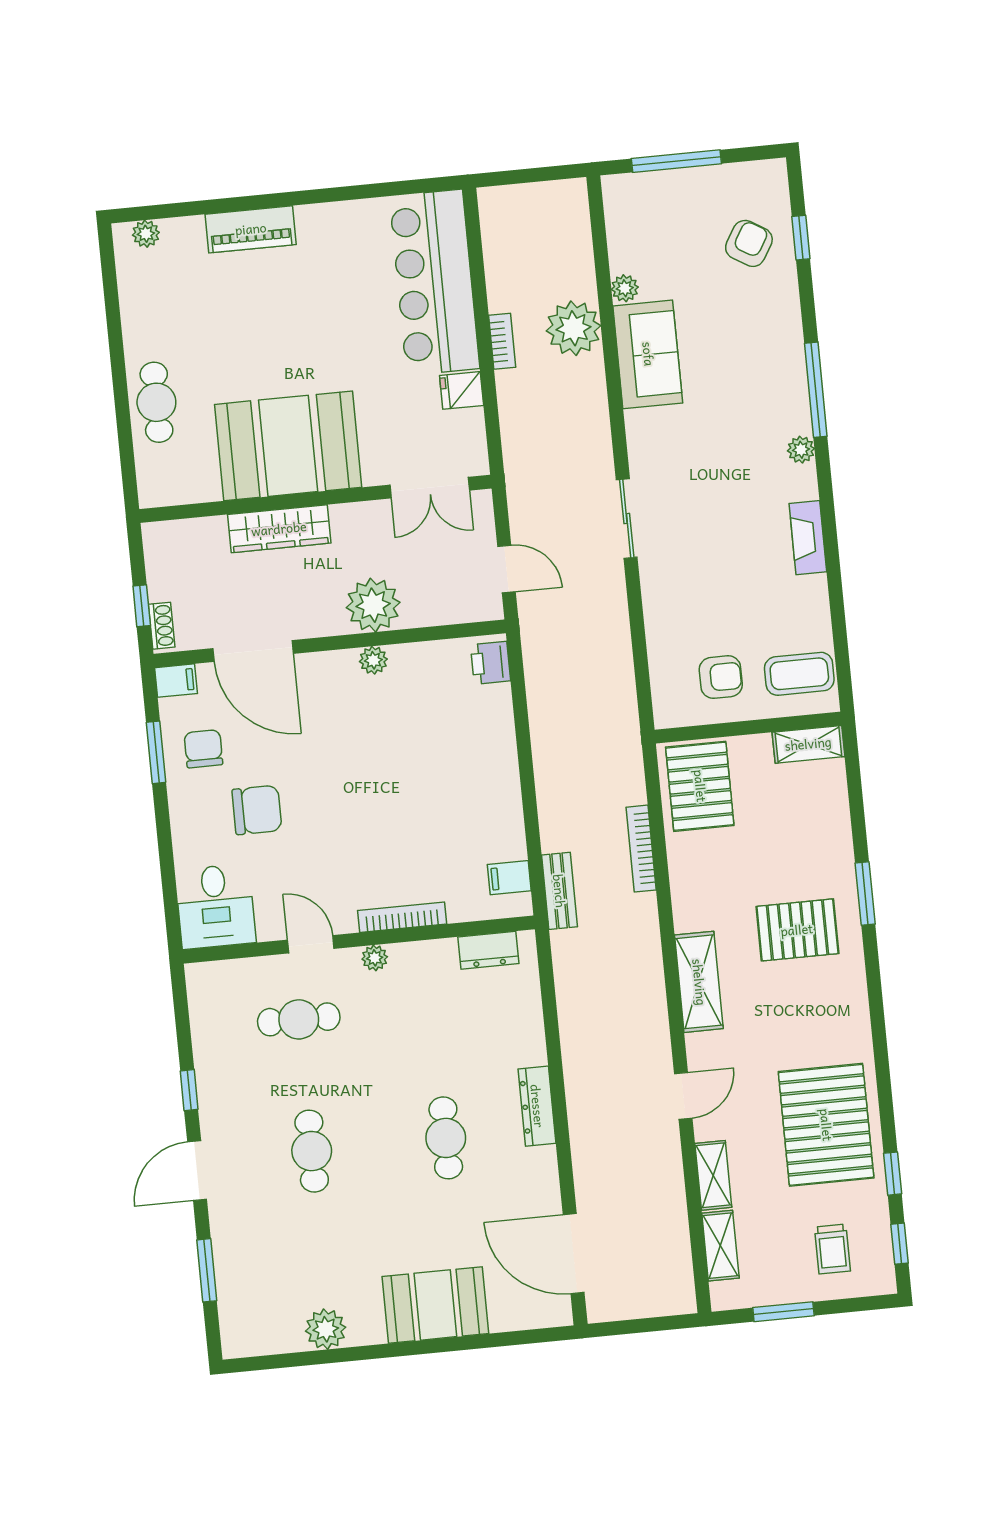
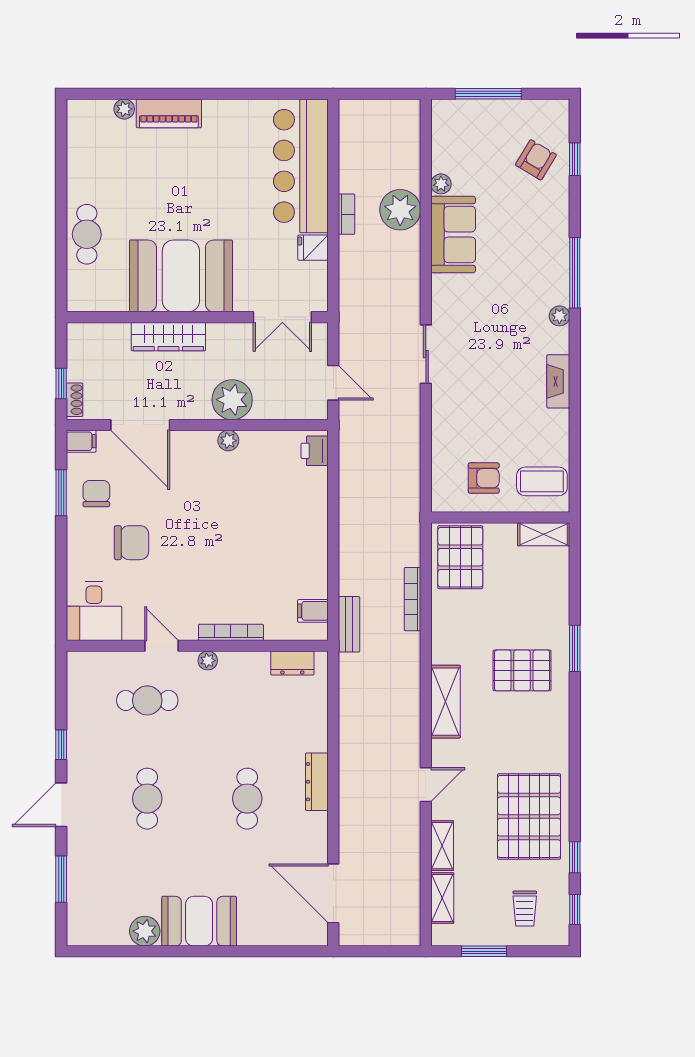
plant: (146, 234) -> (124, 109), moved
booth: (435, 1305) -> (199, 921), moved

